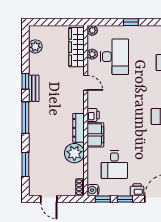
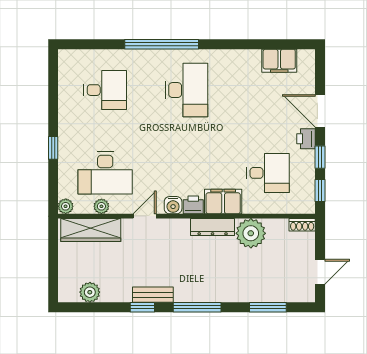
desk: (114, 57) -> (105, 173), turned 180
water cooler: (93, 190) -> (173, 205), moved

